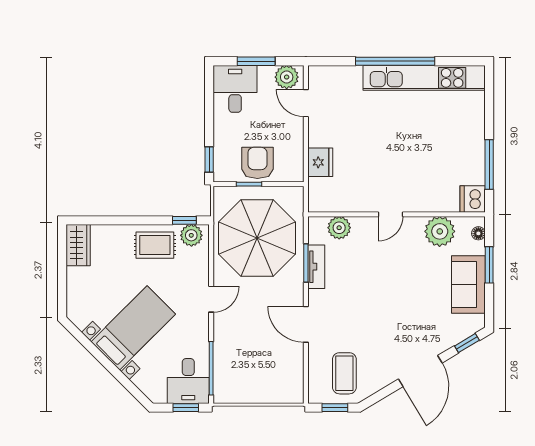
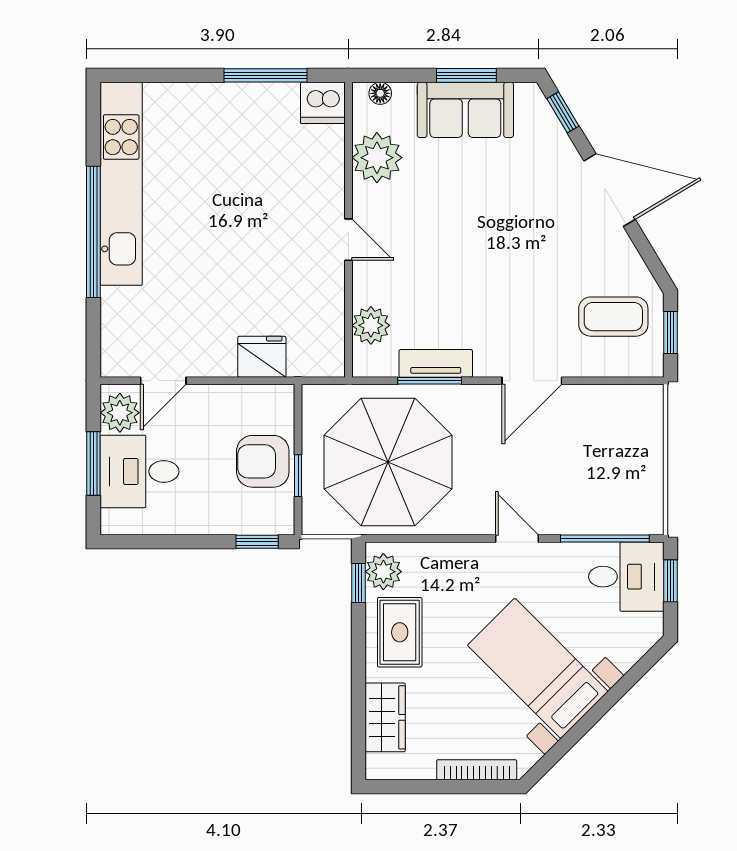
desk: (235, 89) -> (139, 471), moved
wardrobe: (78, 245) -> (385, 717), moved, turned 90
window: (489, 265) -> (466, 75), moved
bookcase: (72, 291) -> (477, 770), added
door: (211, 299) -> (517, 538), moved

